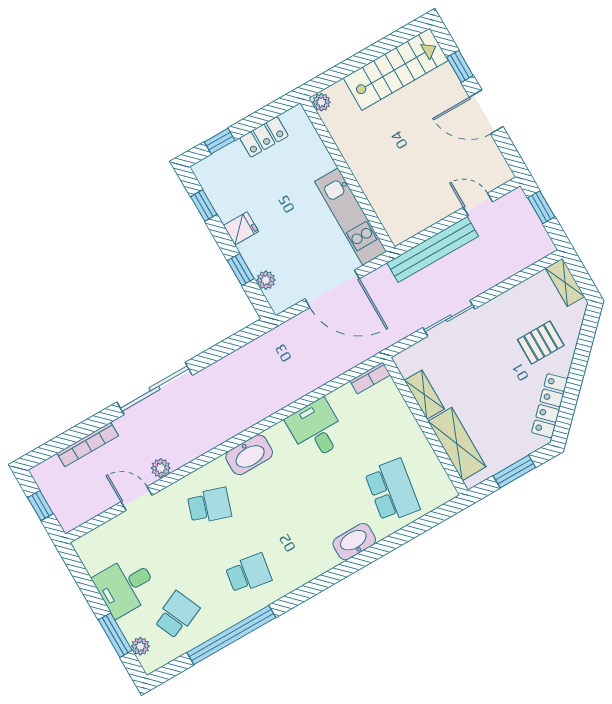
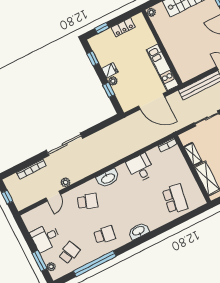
plant: (266, 280) -> (113, 81), moved
door: (137, 499) -> (53, 196), swing flipped
washbasin: (354, 542) -> (139, 231), moved

